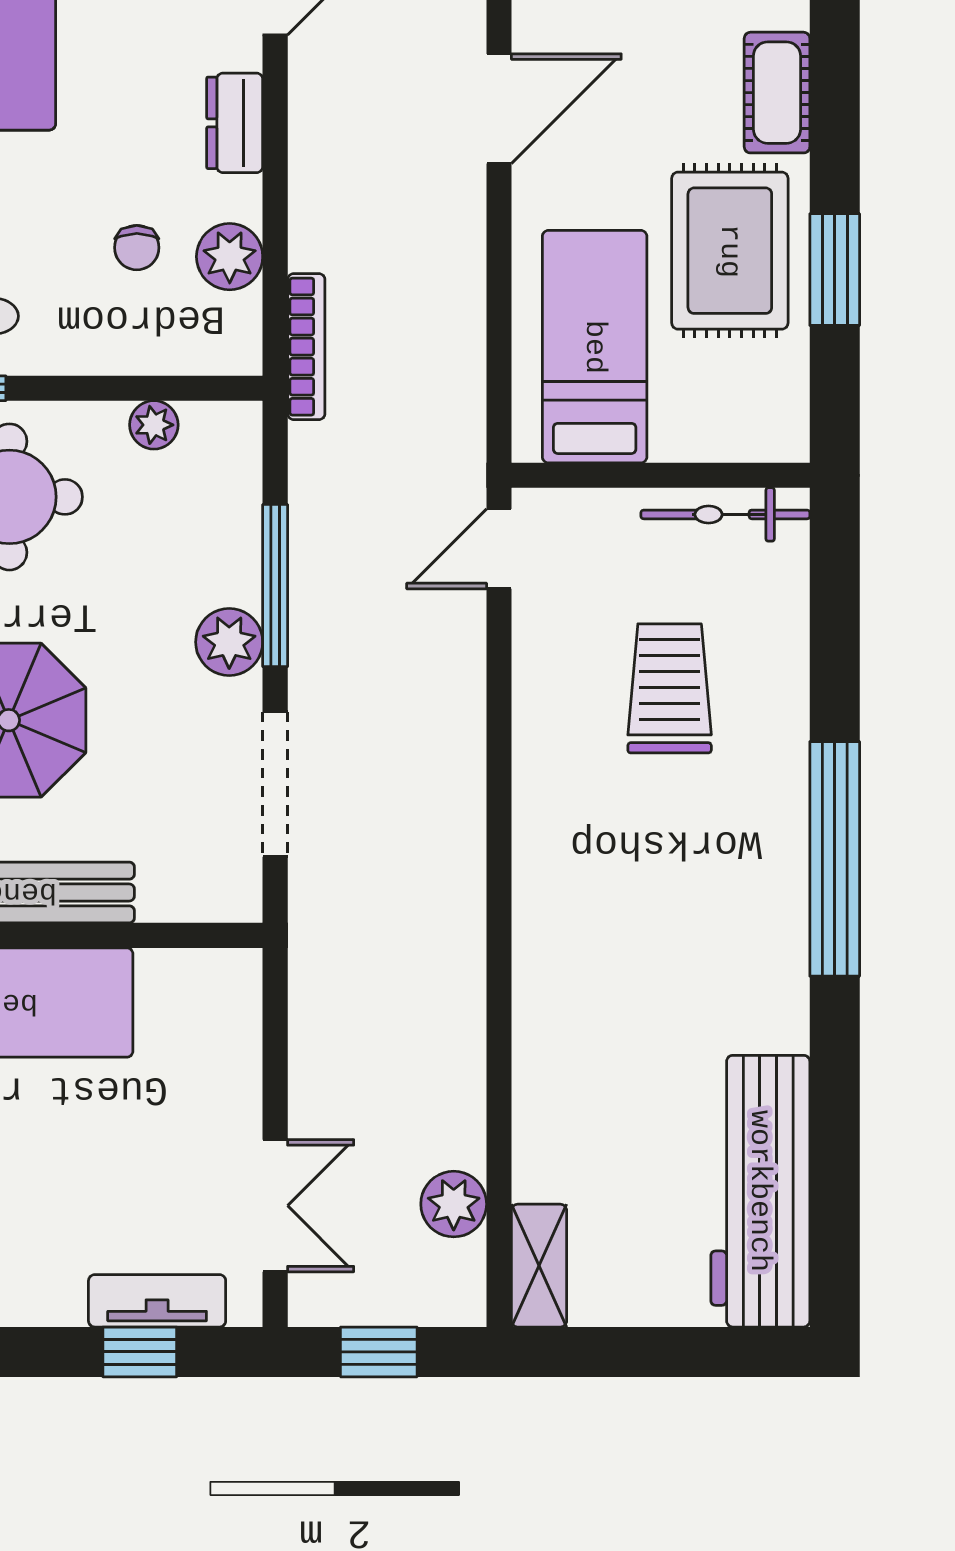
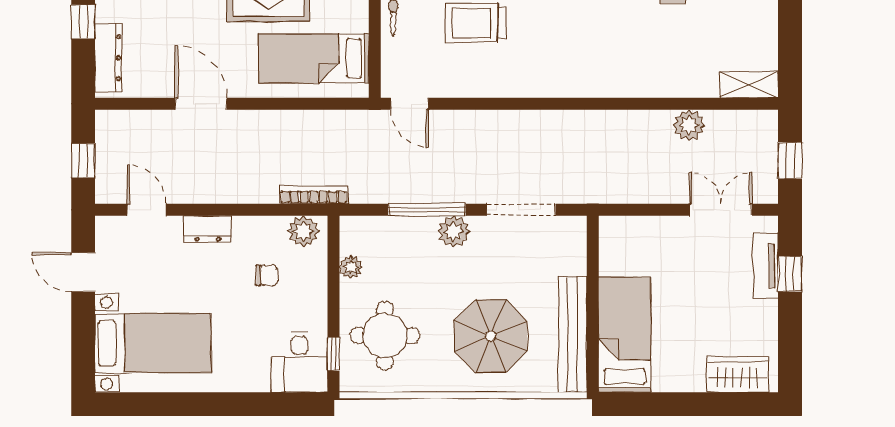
plant: (230, 257) -> (303, 231), moved
plant: (454, 1204) -> (689, 125), moved

